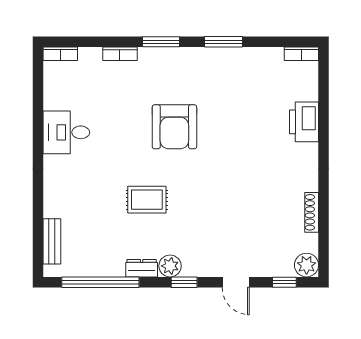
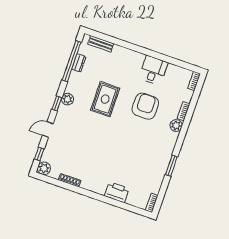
window: (161, 42) -> (182, 134), removed
plant: (150, 58) -> (176, 126), added
armchair: (174, 127) -> (145, 106), moved, turned 90
rug: (147, 200) -> (105, 99), width x1.36, depth x1.43
dresser: (142, 268) -> (79, 63), moved

